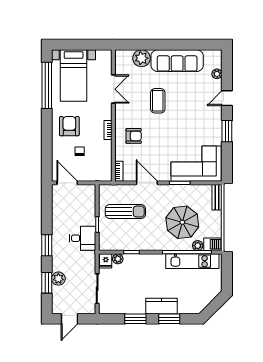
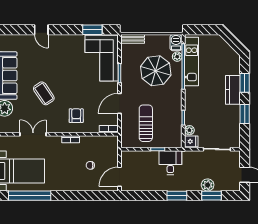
plant: (217, 74) -> (19, 39), removed
coffee table: (158, 101) -> (44, 93), turned 56
armchair: (69, 126) -> (67, 175), removed
window: (227, 131) -> (92, 30), moved

